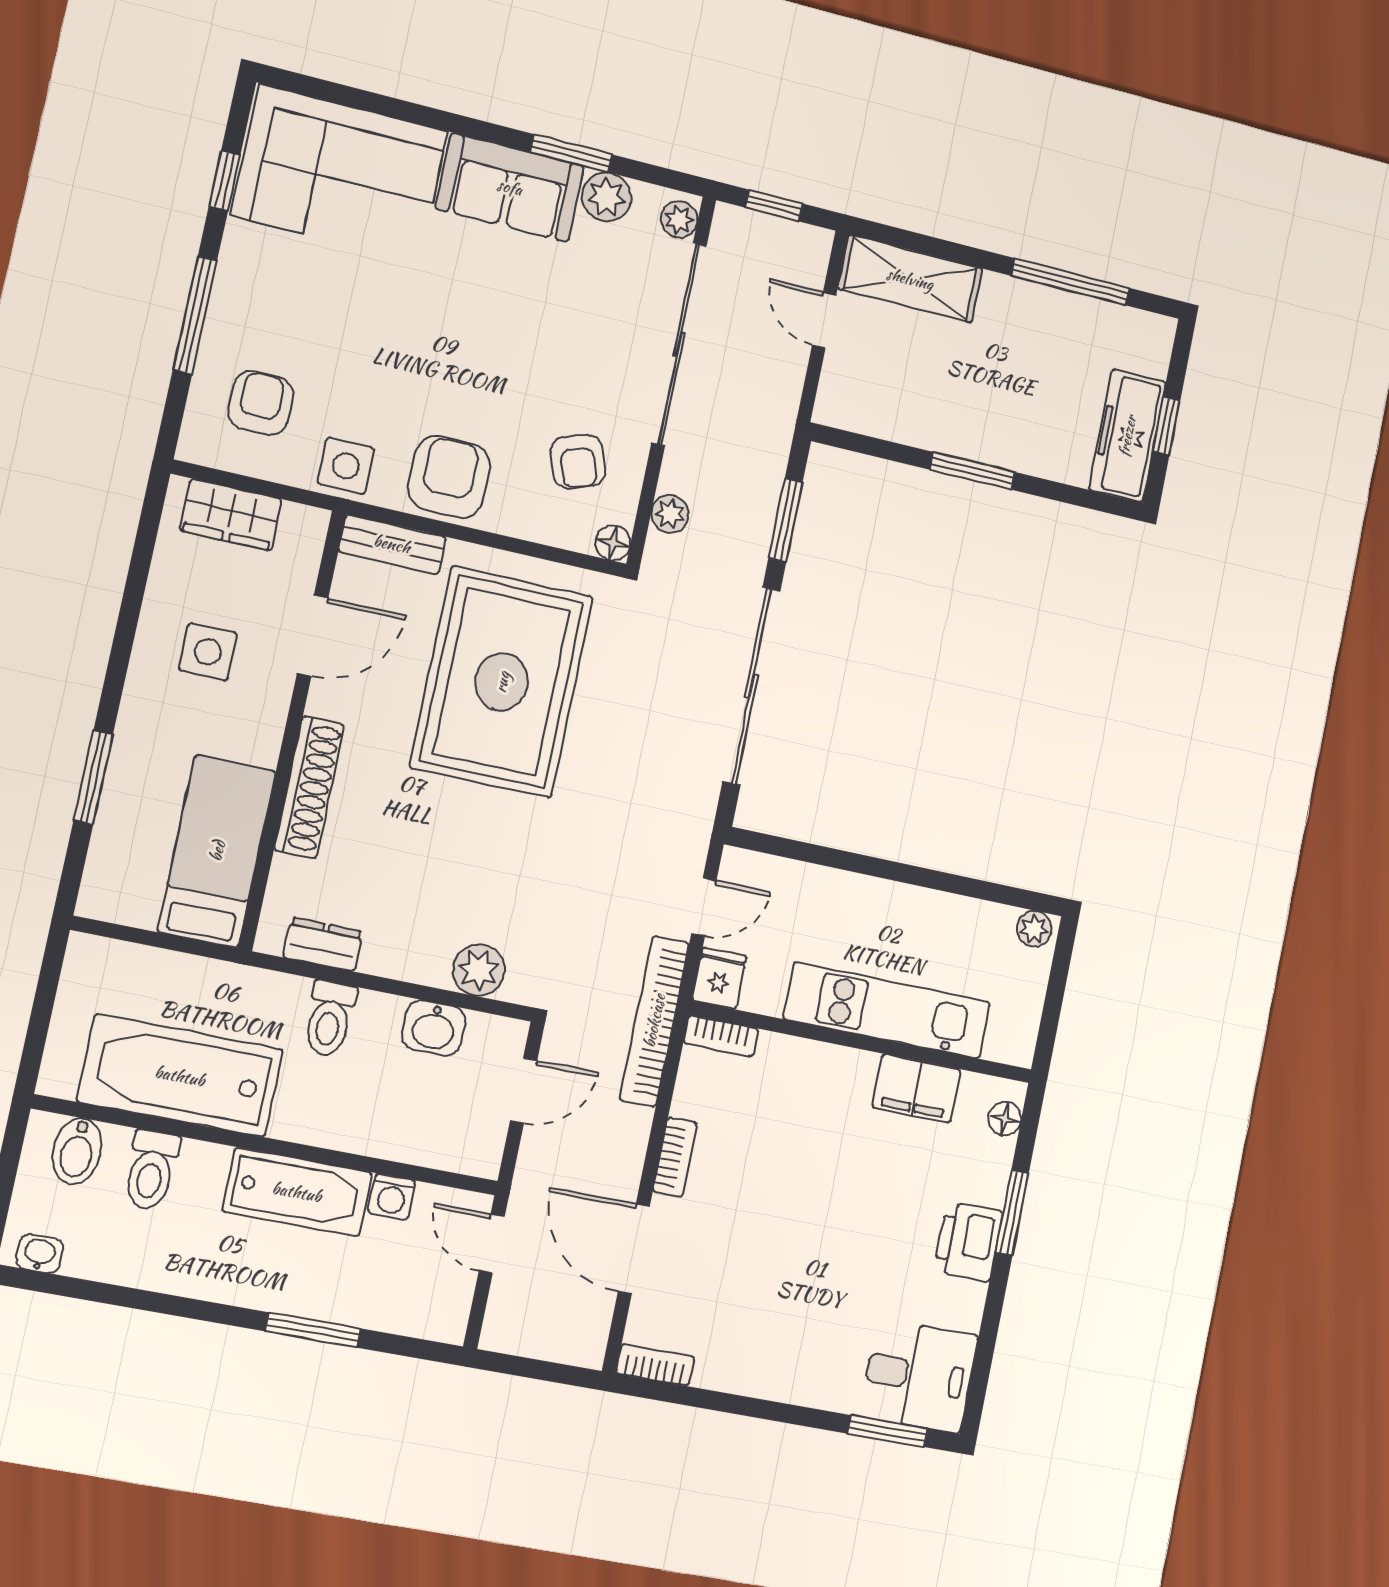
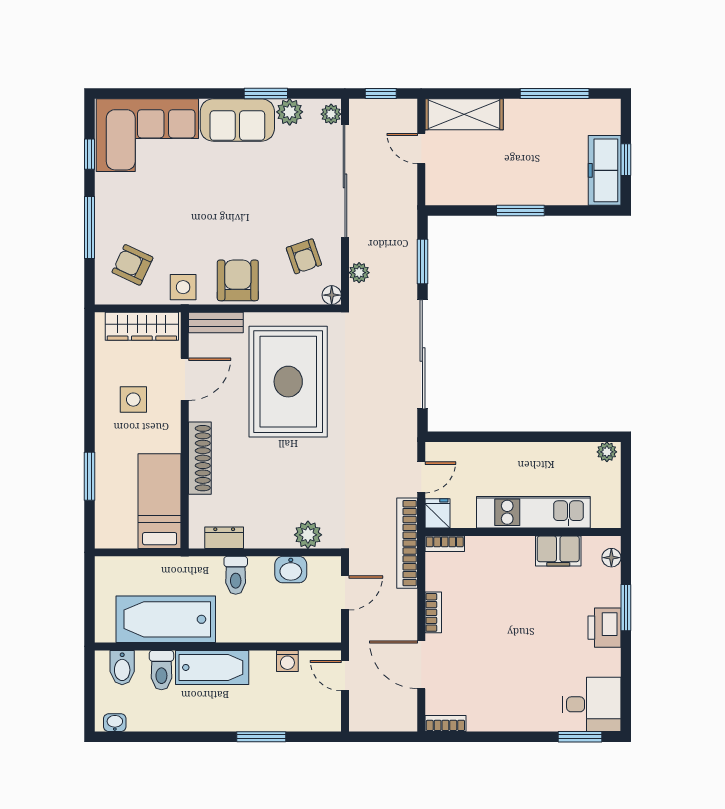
armchair: (261, 403) -> (132, 265), turned -65
wardrobe: (231, 515) -> (142, 326), width x1.50
bathtub: (297, 1192) -> (212, 667), moved

